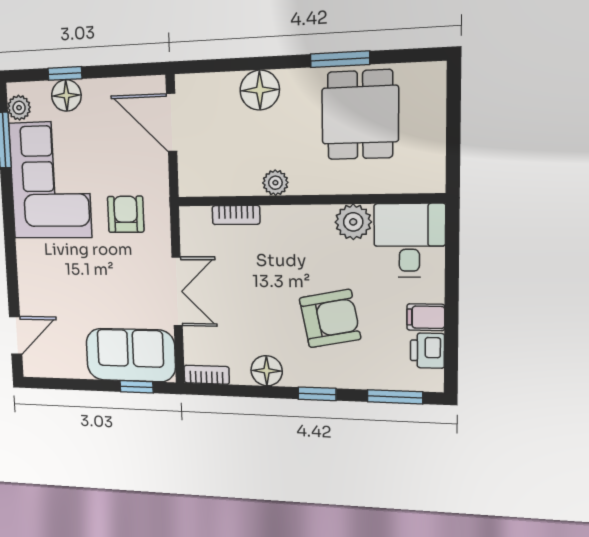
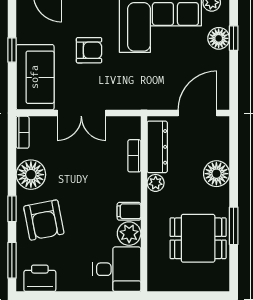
dresser: (222, 181) -> (157, 147), added
armchair: (126, 214) -> (89, 50), moved
filing cabinet: (426, 317) -> (129, 211), moved, turned -90
armchair: (330, 319) -> (44, 220), moved
printer: (427, 351) -> (40, 278), width x1.36, depth x1.24
floor lamp: (267, 371) -> (31, 175), width x1.38, depth x1.38
window: (137, 387) -> (12, 50), moved

